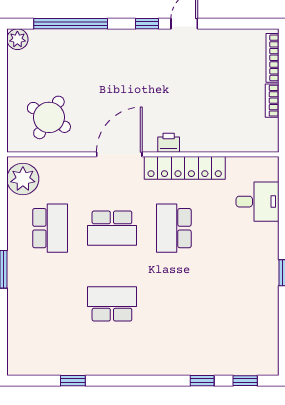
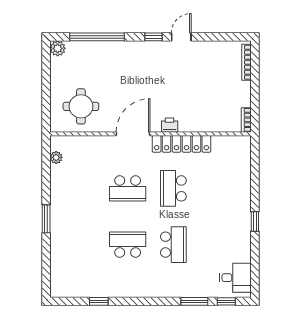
bookcase: (272, 101) -> (246, 120), moved
round table: (49, 117) -> (81, 106), turned -31
plant: (23, 179) -> (56, 157), width x0.53, depth x0.53
desk: (257, 202) -> (235, 278), moved
school desk: (50, 228) -> (173, 245), moved
window: (202, 381) -> (194, 301), width x1.50

